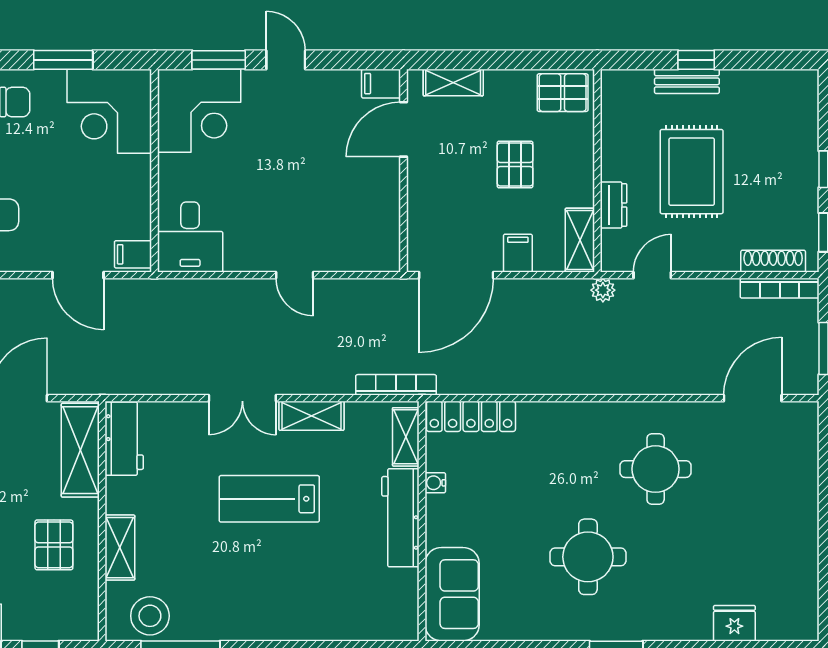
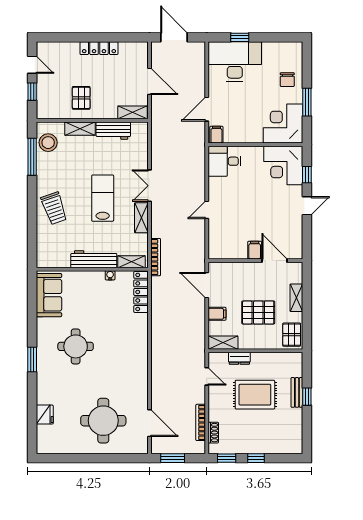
window: (219, 60) -> (307, 175), width x0.67
shelving: (453, 82) -> (296, 298), moved
filing cabinet: (381, 84) -> (255, 250), moved
pallet: (515, 164) -> (258, 312), width x1.50, depth x1.42
shoe rack: (773, 261) -> (213, 433), width x0.70
door: (456, 275) -> (207, 285), width x0.73
bookcase: (780, 288) -> (201, 422), moved
plant: (603, 290) -> (200, 353), removed
workbench: (124, 439) -> (113, 131), moved
shelving: (80, 450) -> (133, 112), width x0.67, depth x0.75
round table: (656, 469) -> (103, 421), moved, width x1.36, depth x1.36
pallet: (54, 545) -> (81, 98), turned 90
sofa: (452, 594) -> (49, 295), moved, turned -90
trolley: (291, 603) -> (54, 208), added

